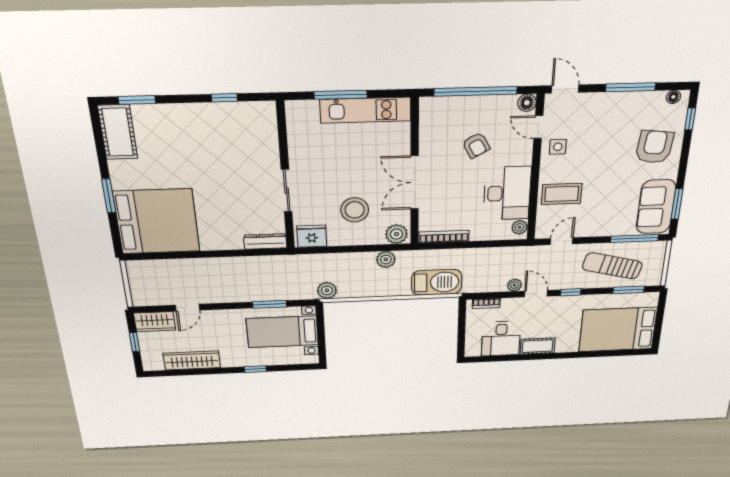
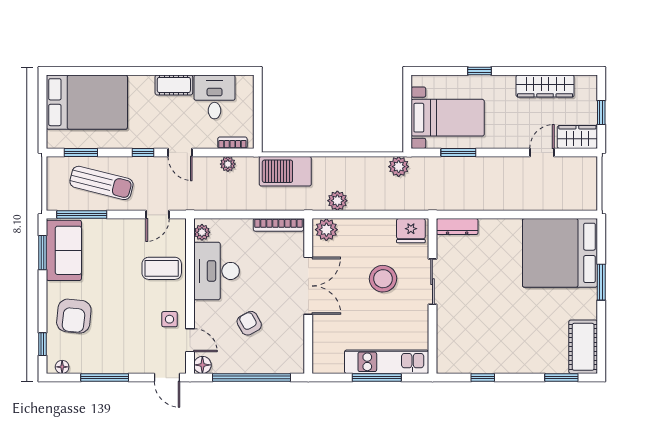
kitchen unit: (366, 110) -> (387, 362), moved
stool: (355, 210) -> (383, 279), moved
plant: (514, 285) -> (228, 164), moved

